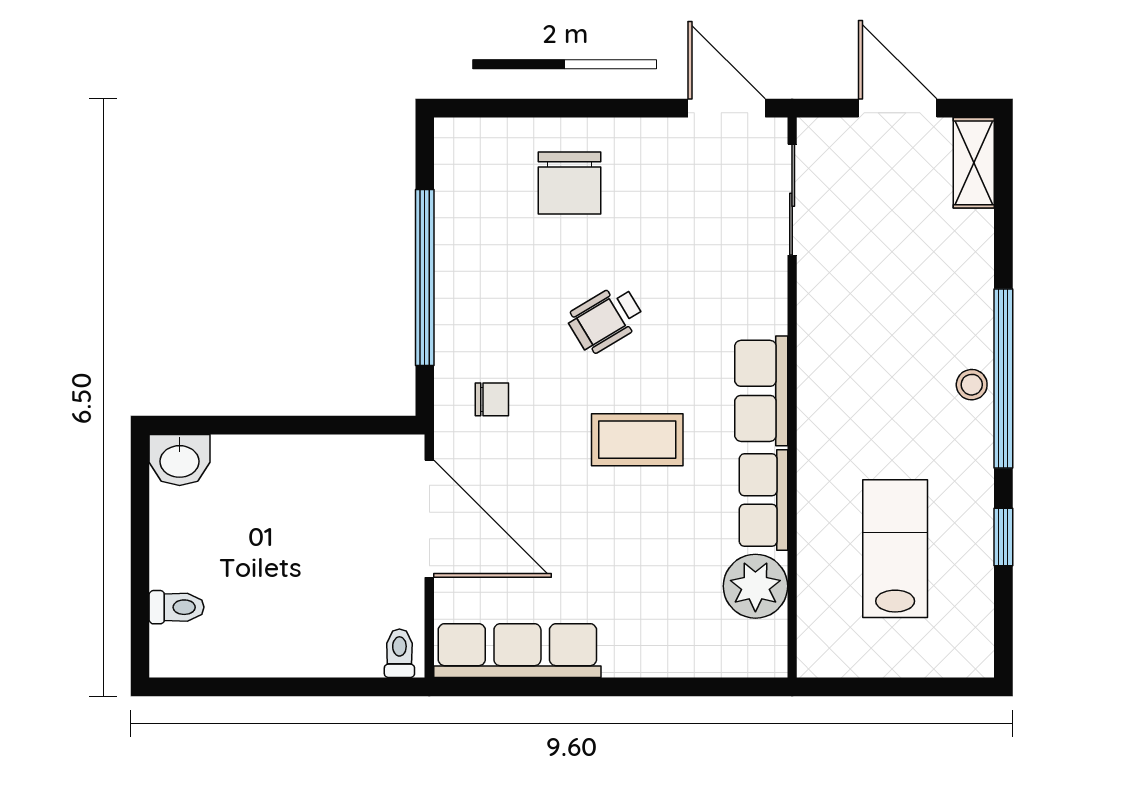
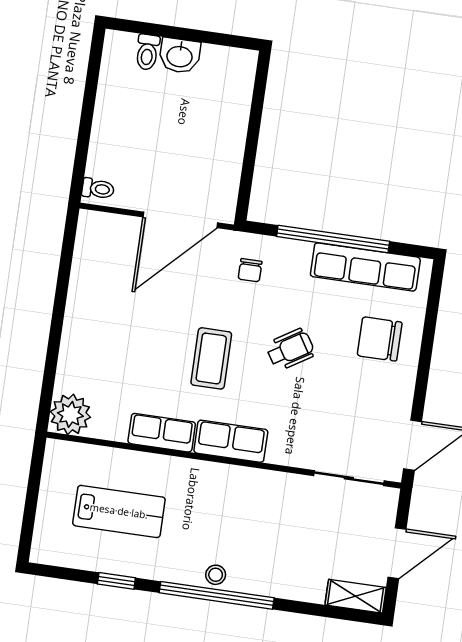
wheelchair: (606, 319) -> (290, 349), turned 89
washbasin: (180, 460) -> (180, 56), moved, turned -90
plant: (755, 586) -> (70, 414), moved
row of seats: (517, 651) -> (365, 267), moved, turned 90

